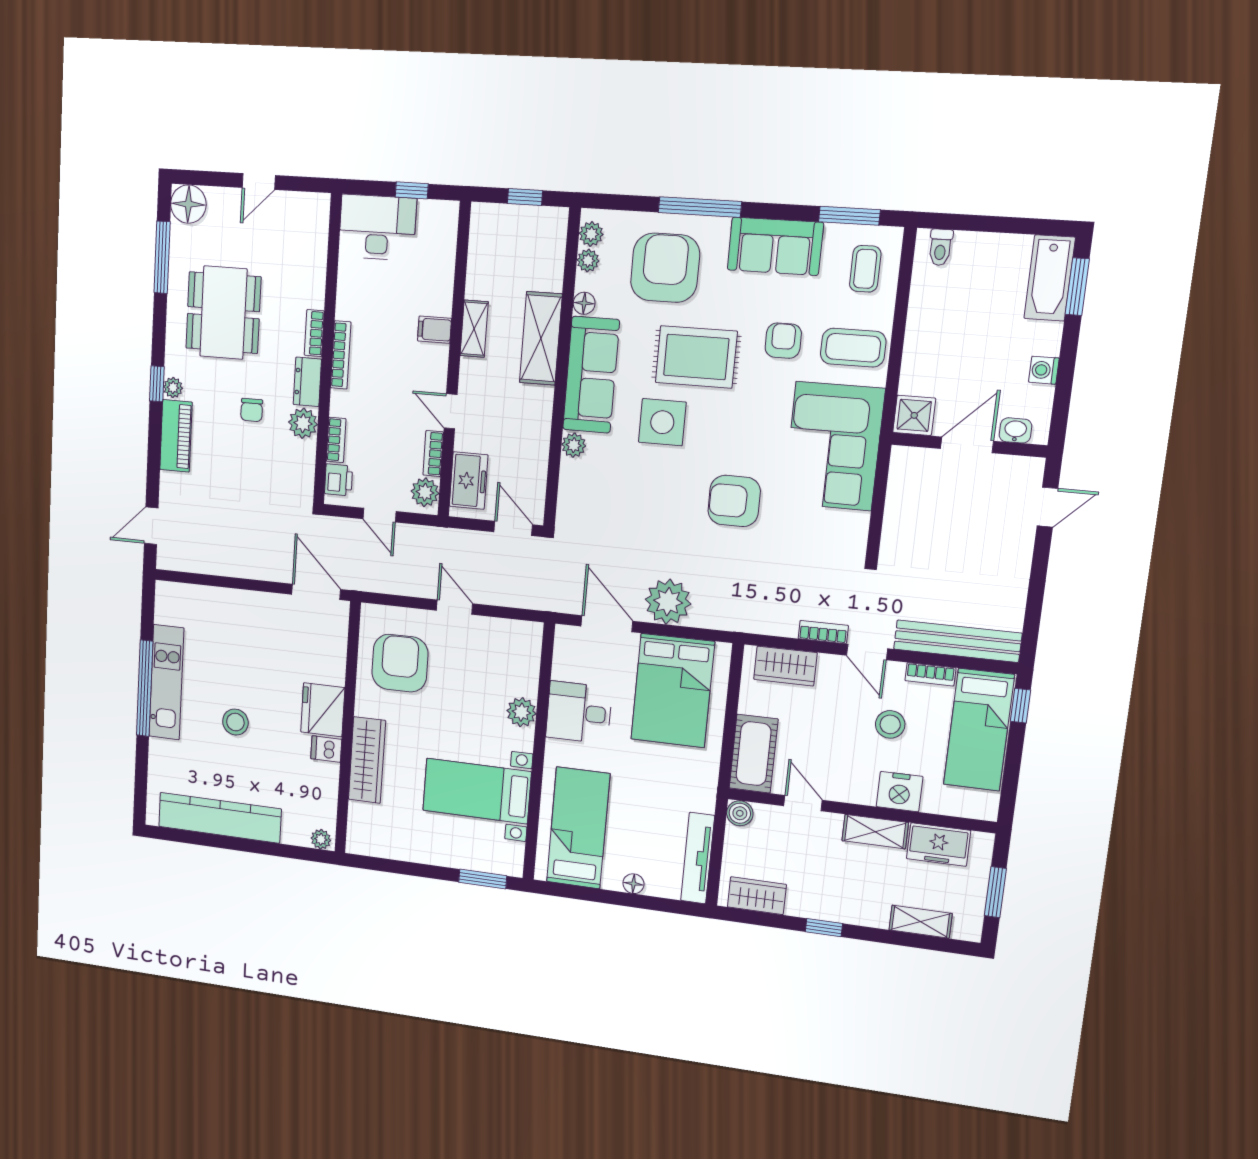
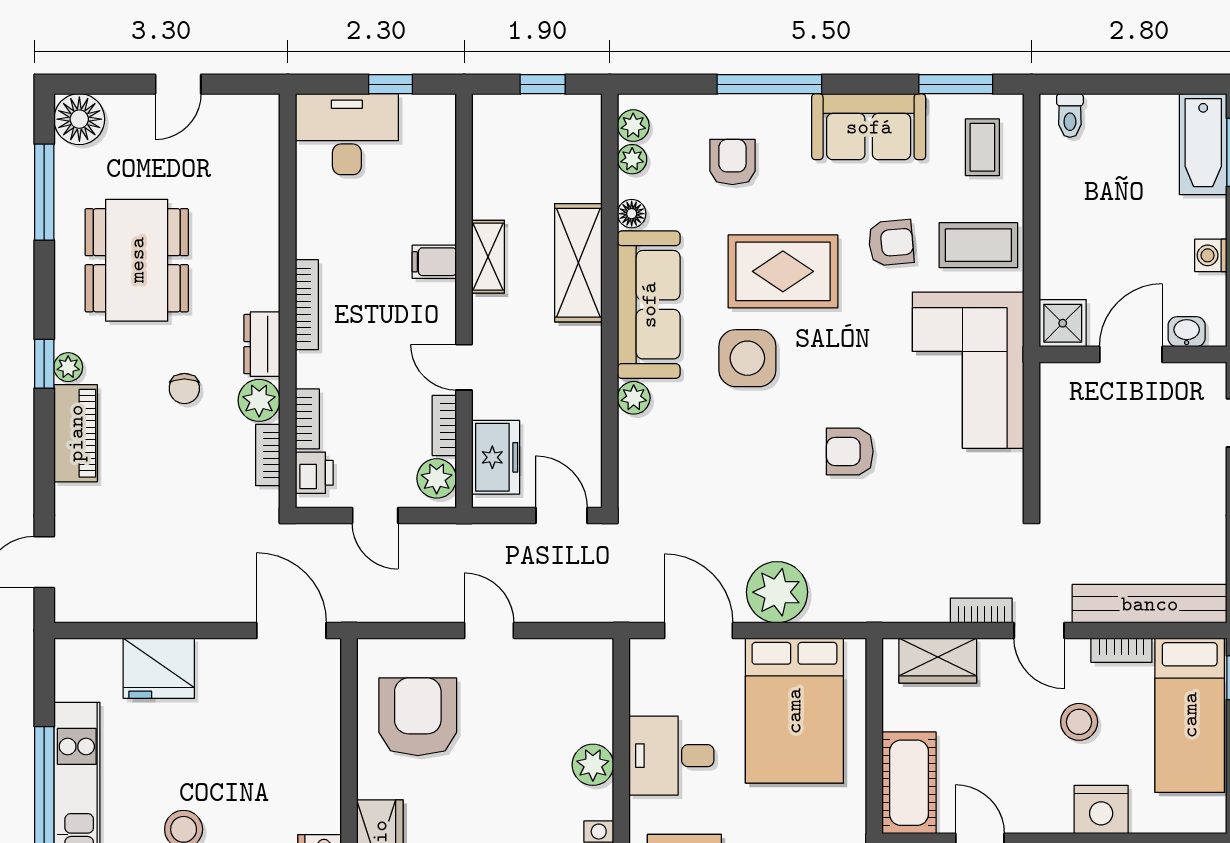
armchair: (665, 268) -> (732, 162), width x0.53, depth x0.53
bookcase: (314, 333) -> (268, 455), moved
armchair: (783, 341) -> (891, 243), turned 85
armchair: (734, 501) -> (850, 452), width x0.72, depth x0.72
fridge: (323, 710) -> (159, 668), moved, turned -90

